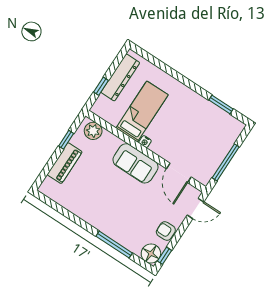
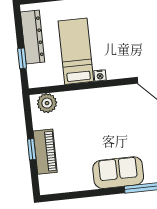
window: (66, 140) -> (32, 149), moved
sofa: (135, 163) -> (118, 173), moved, turned 180

